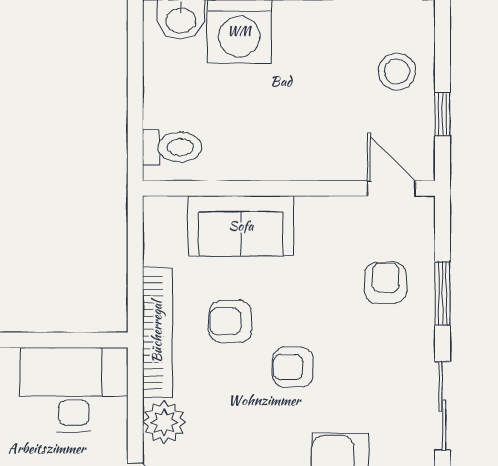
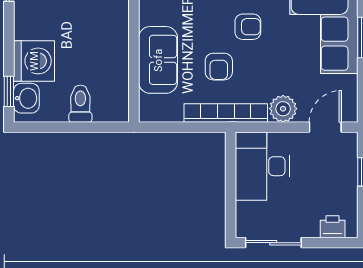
toilet: (172, 147) -> (80, 104), moved
armchair: (293, 367) -> (248, 27), turned -90

